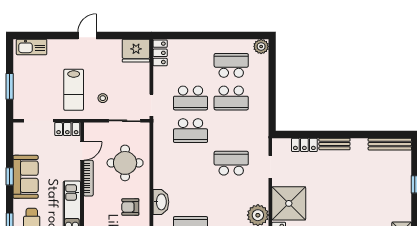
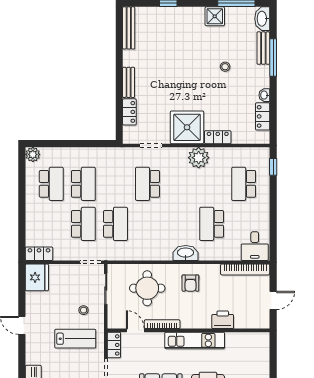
school desk: (231, 65) -> (51, 184), turned 180

